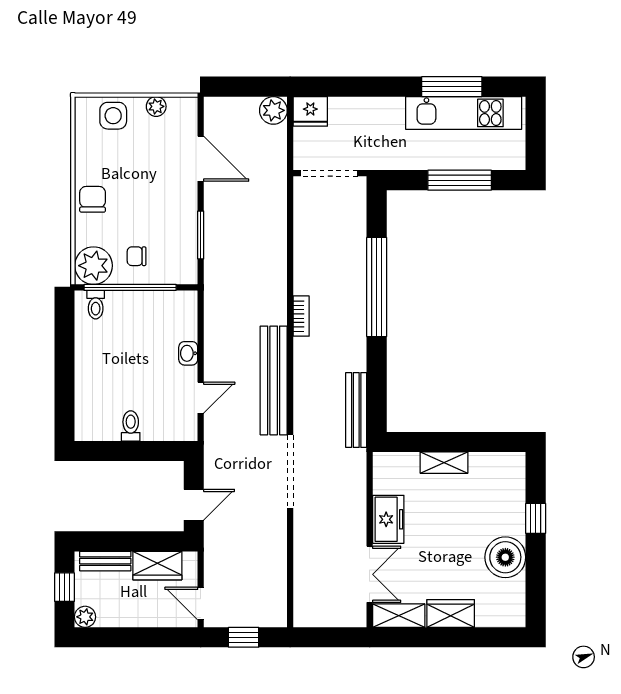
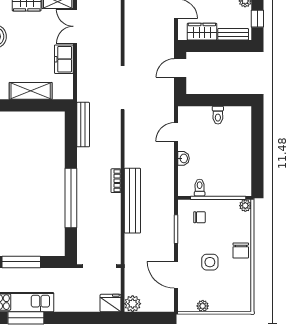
side table: (113, 116) -> (210, 262), moved
chair: (137, 256) -> (199, 217), moved
plant: (94, 266) -> (245, 206), width x0.53, depth x0.53
toilet: (96, 305) -> (200, 188), moved
bench: (274, 380) -> (132, 201), moved
shelving: (444, 463) -> (31, 91), width x1.50, depth x1.33

